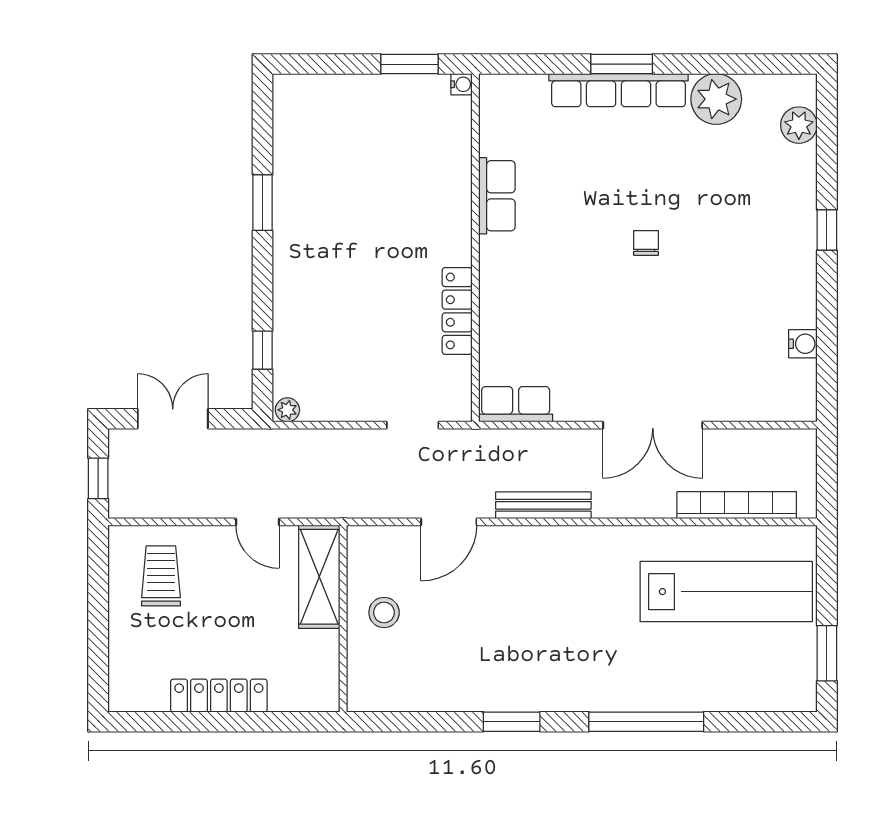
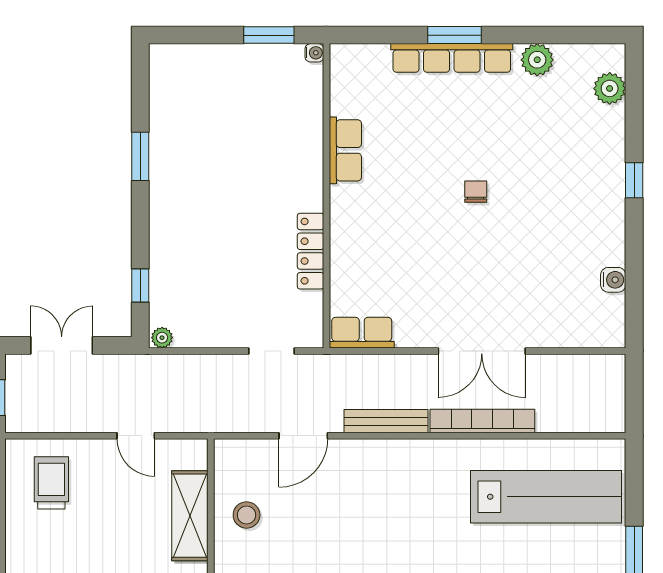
plant: (716, 99) -> (537, 60), width x0.73, depth x0.73
bookcase: (737, 505) -> (482, 421), moved
shelving: (319, 577) -> (190, 516), moved

